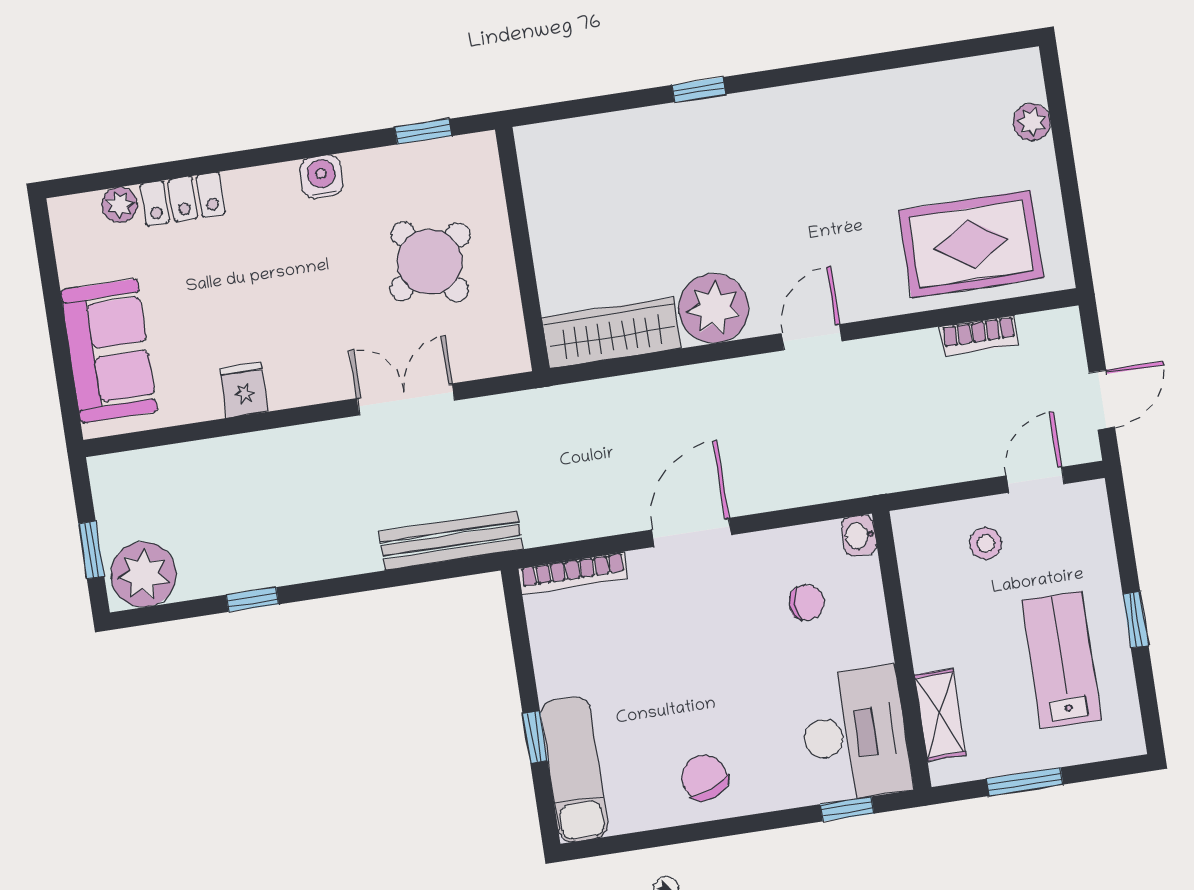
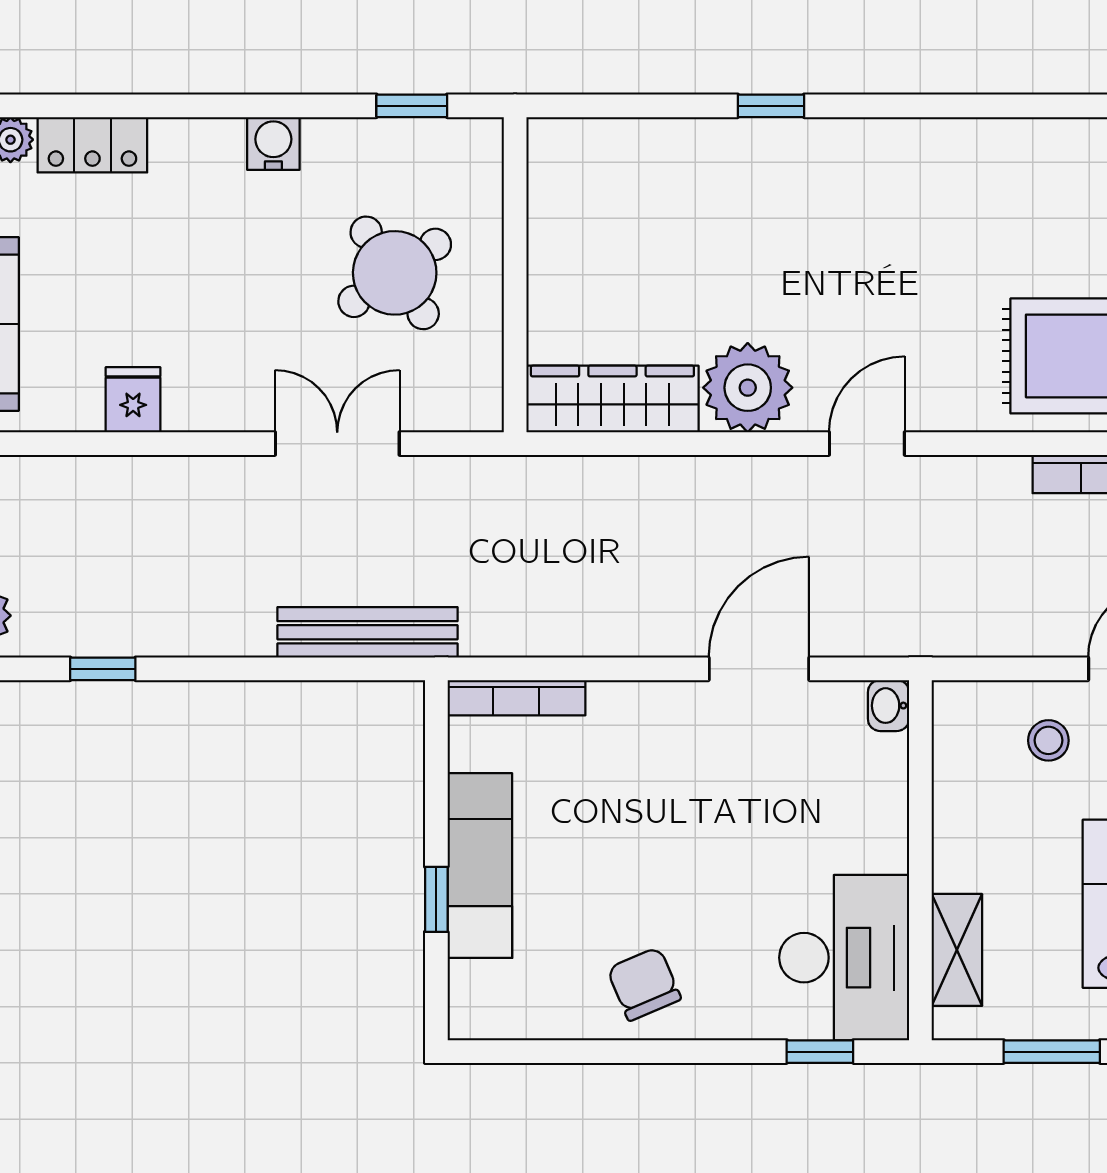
door: (691, 532) -> (759, 669), moved
chair: (807, 603) -> (808, 781), removed
exam couch: (574, 769) -> (480, 866), moved

